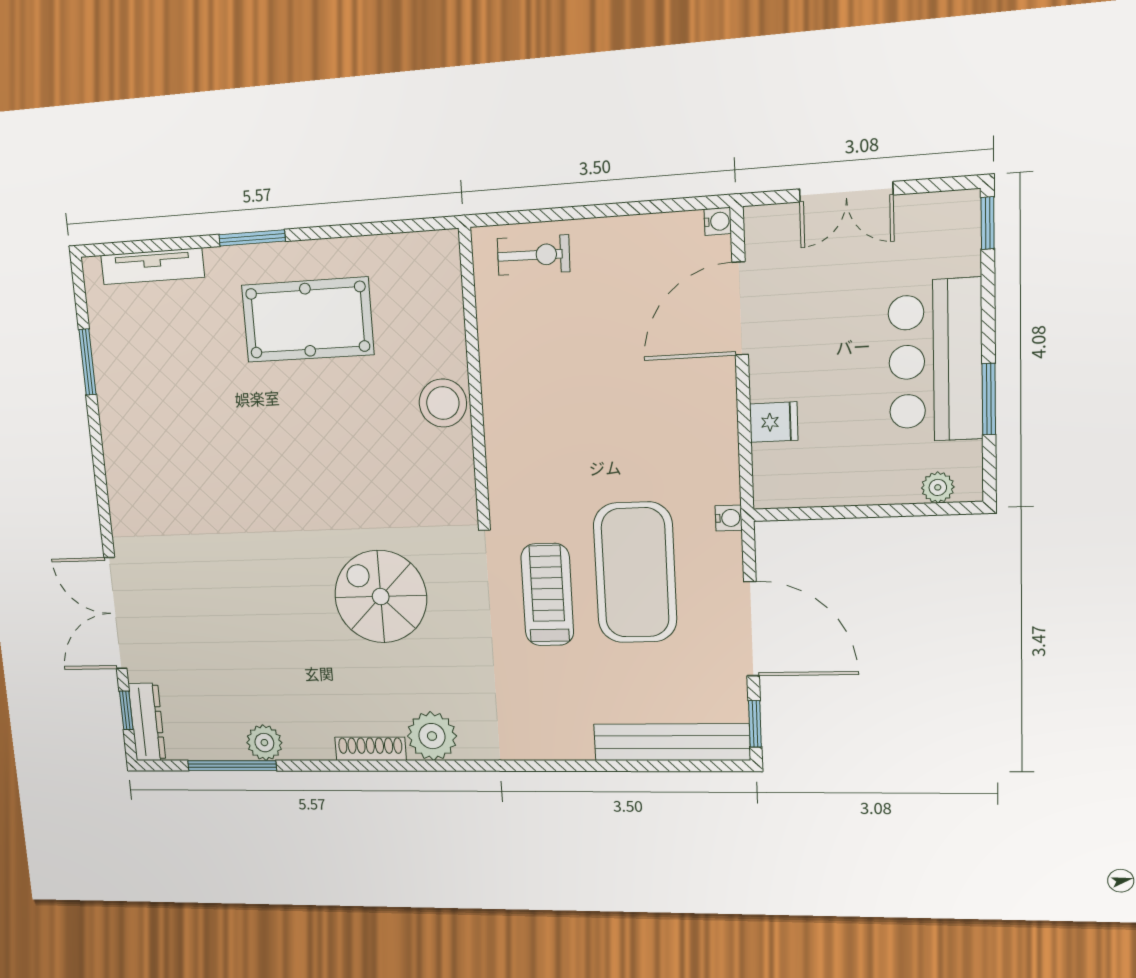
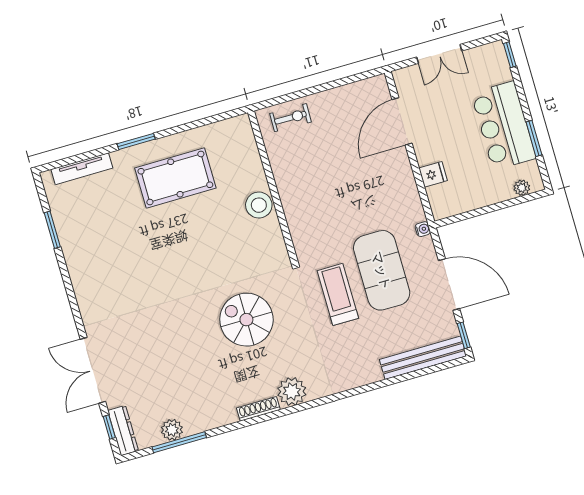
water cooler: (718, 221) -> (380, 81), removed
plant: (264, 743) -> (172, 430), moved

